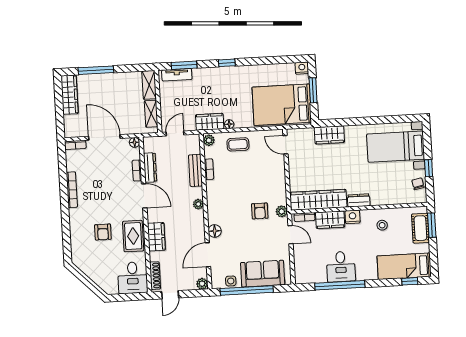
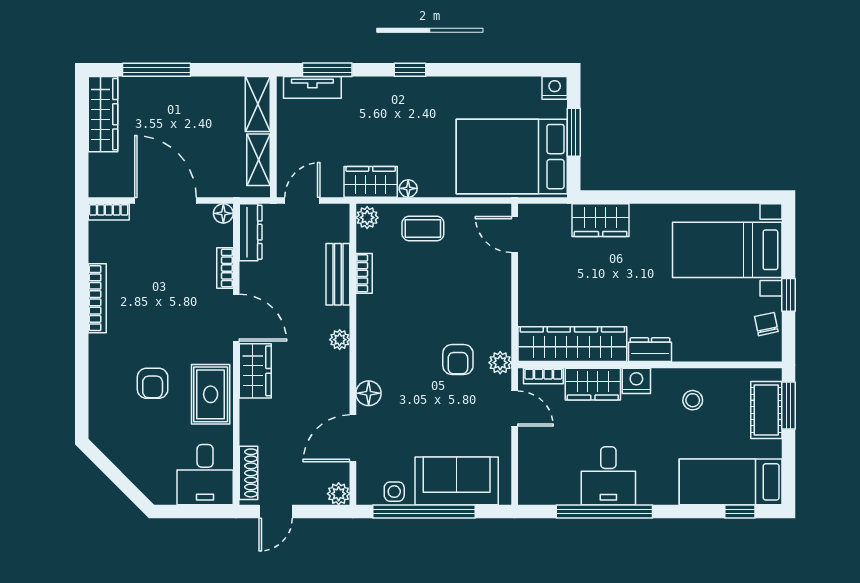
dresser: (150, 167) -> (251, 232), moved
wardrobe: (156, 237) -> (255, 371), moved

